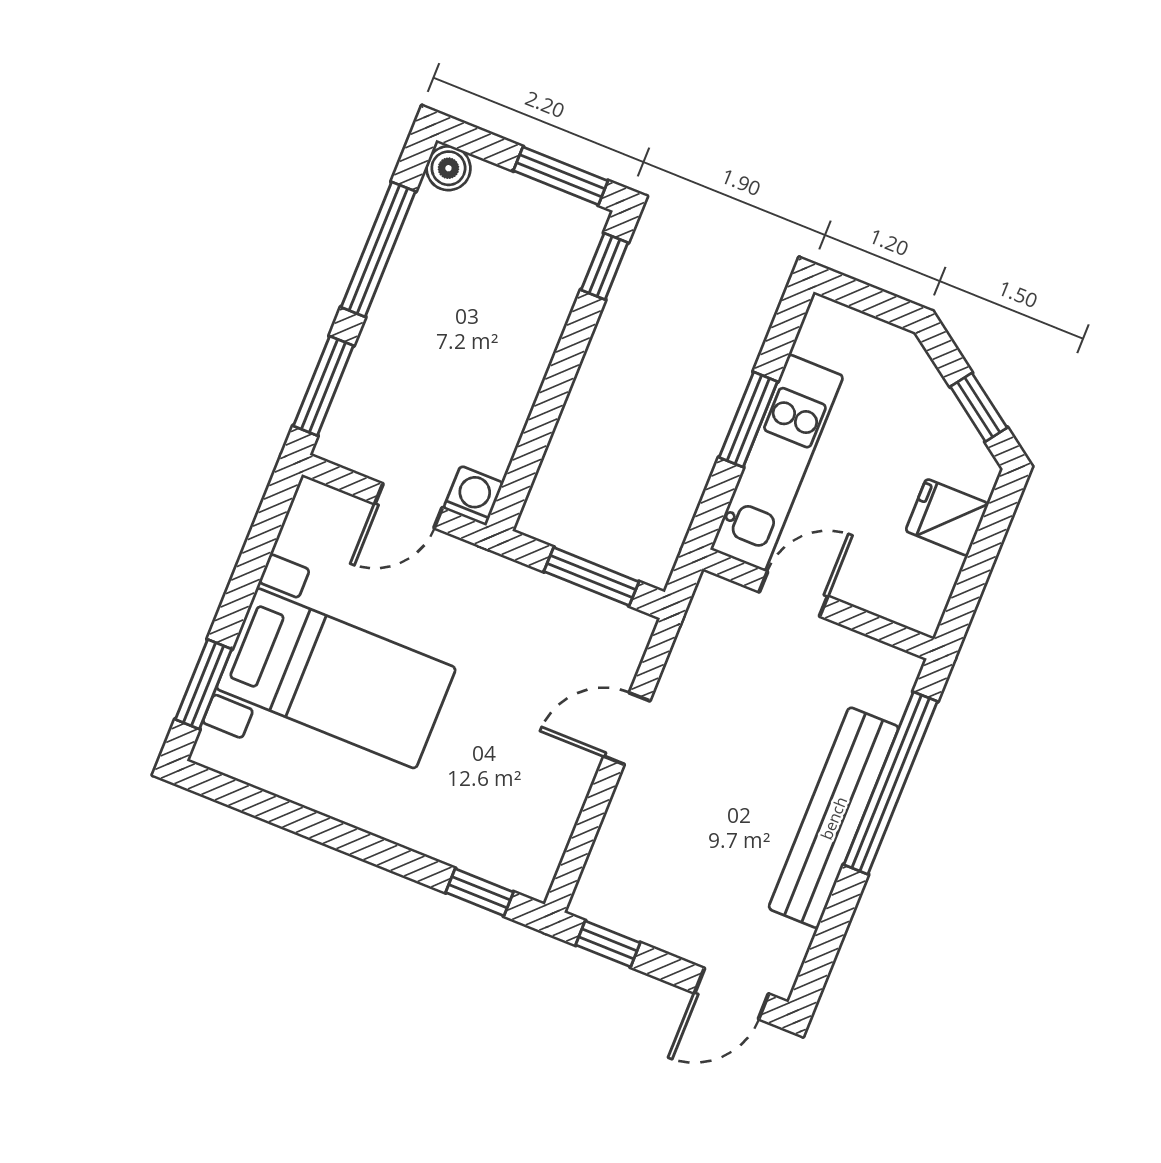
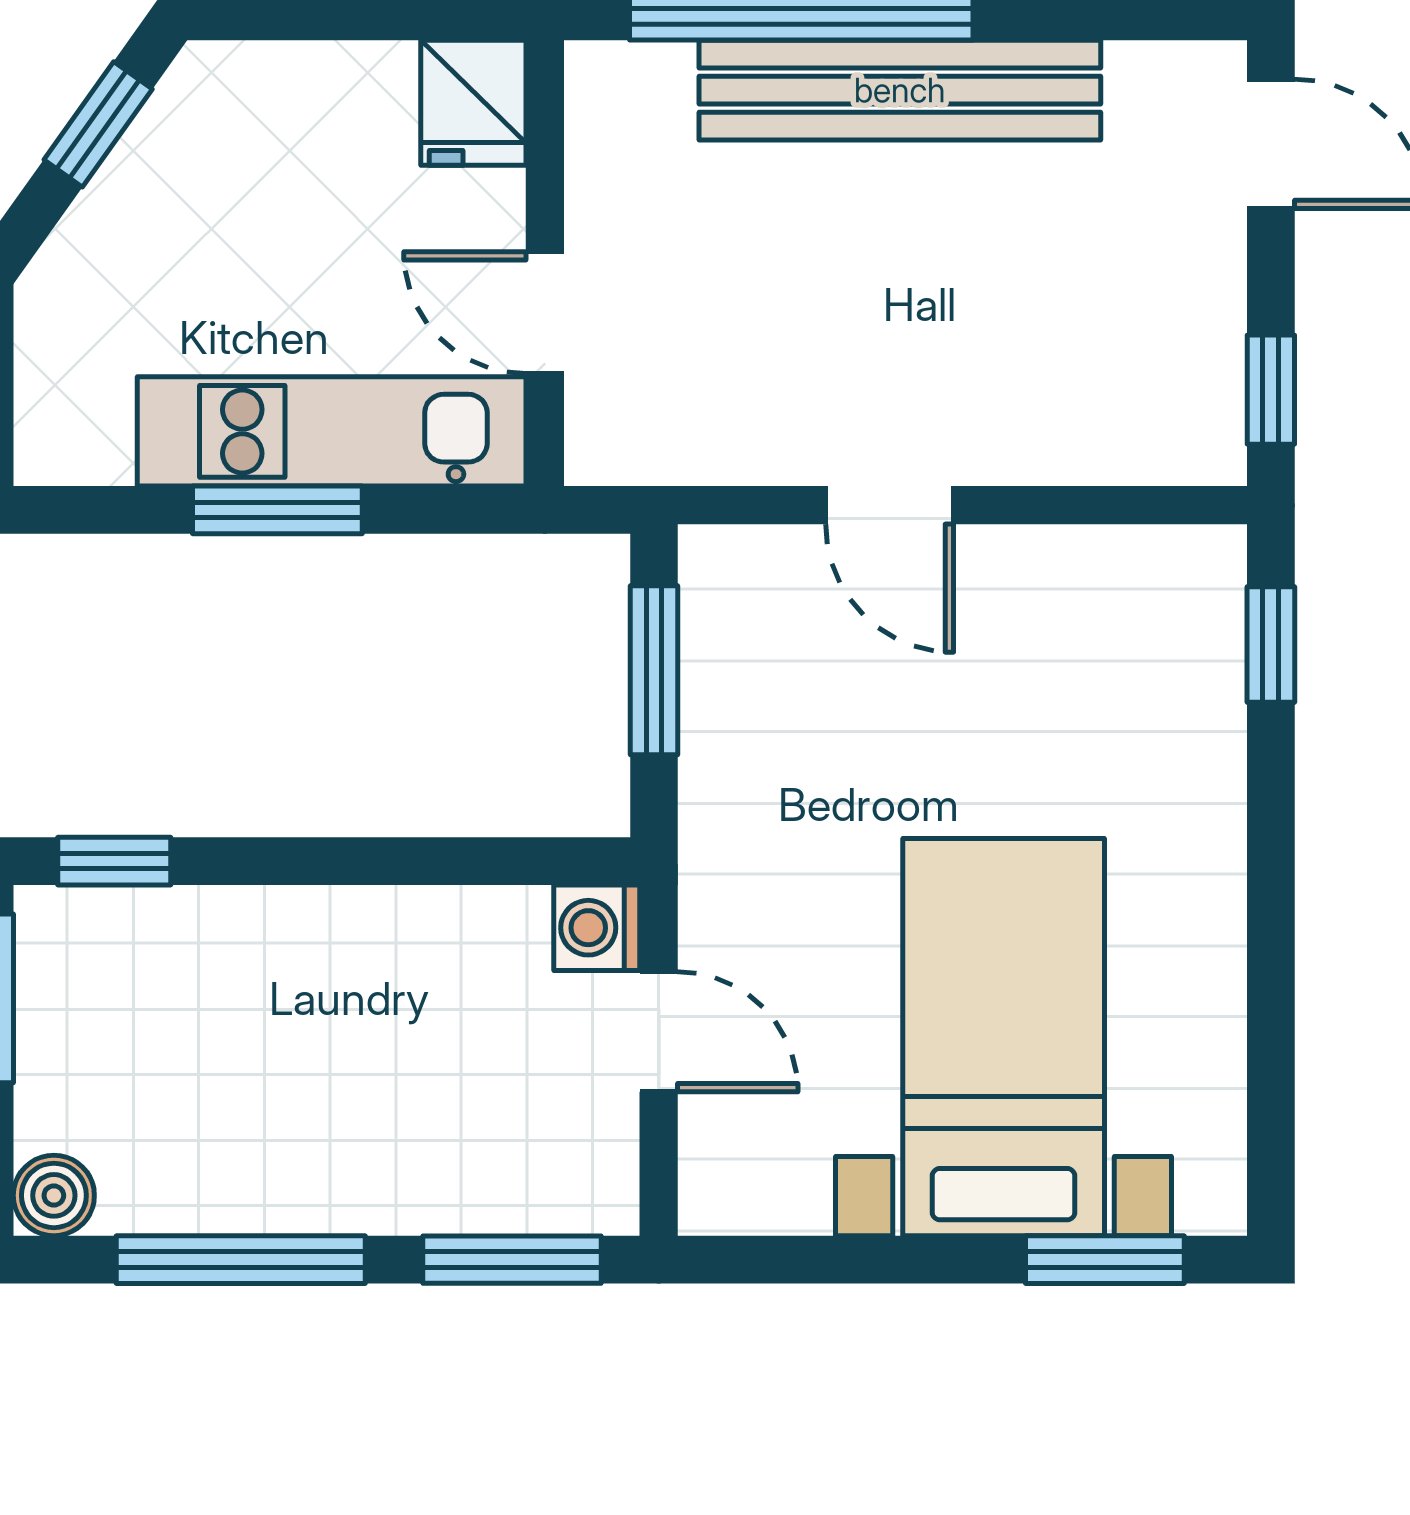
fridge: (947, 517) -> (473, 103), moved

